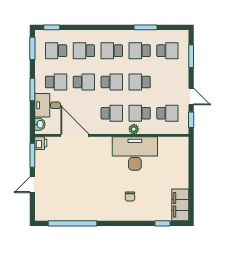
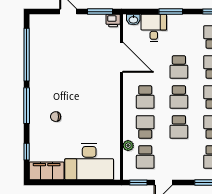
school desk: (56, 82) -> (179, 37), removed
school desk: (140, 82) -> (179, 127), turned 180
plant: (134, 129) -> (128, 146), moved
door: (75, 135) -> (121, 57), hinge flipped
desk: (135, 153) -> (89, 162), moved, turned 90
window: (120, 223) -> (27, 106), added

